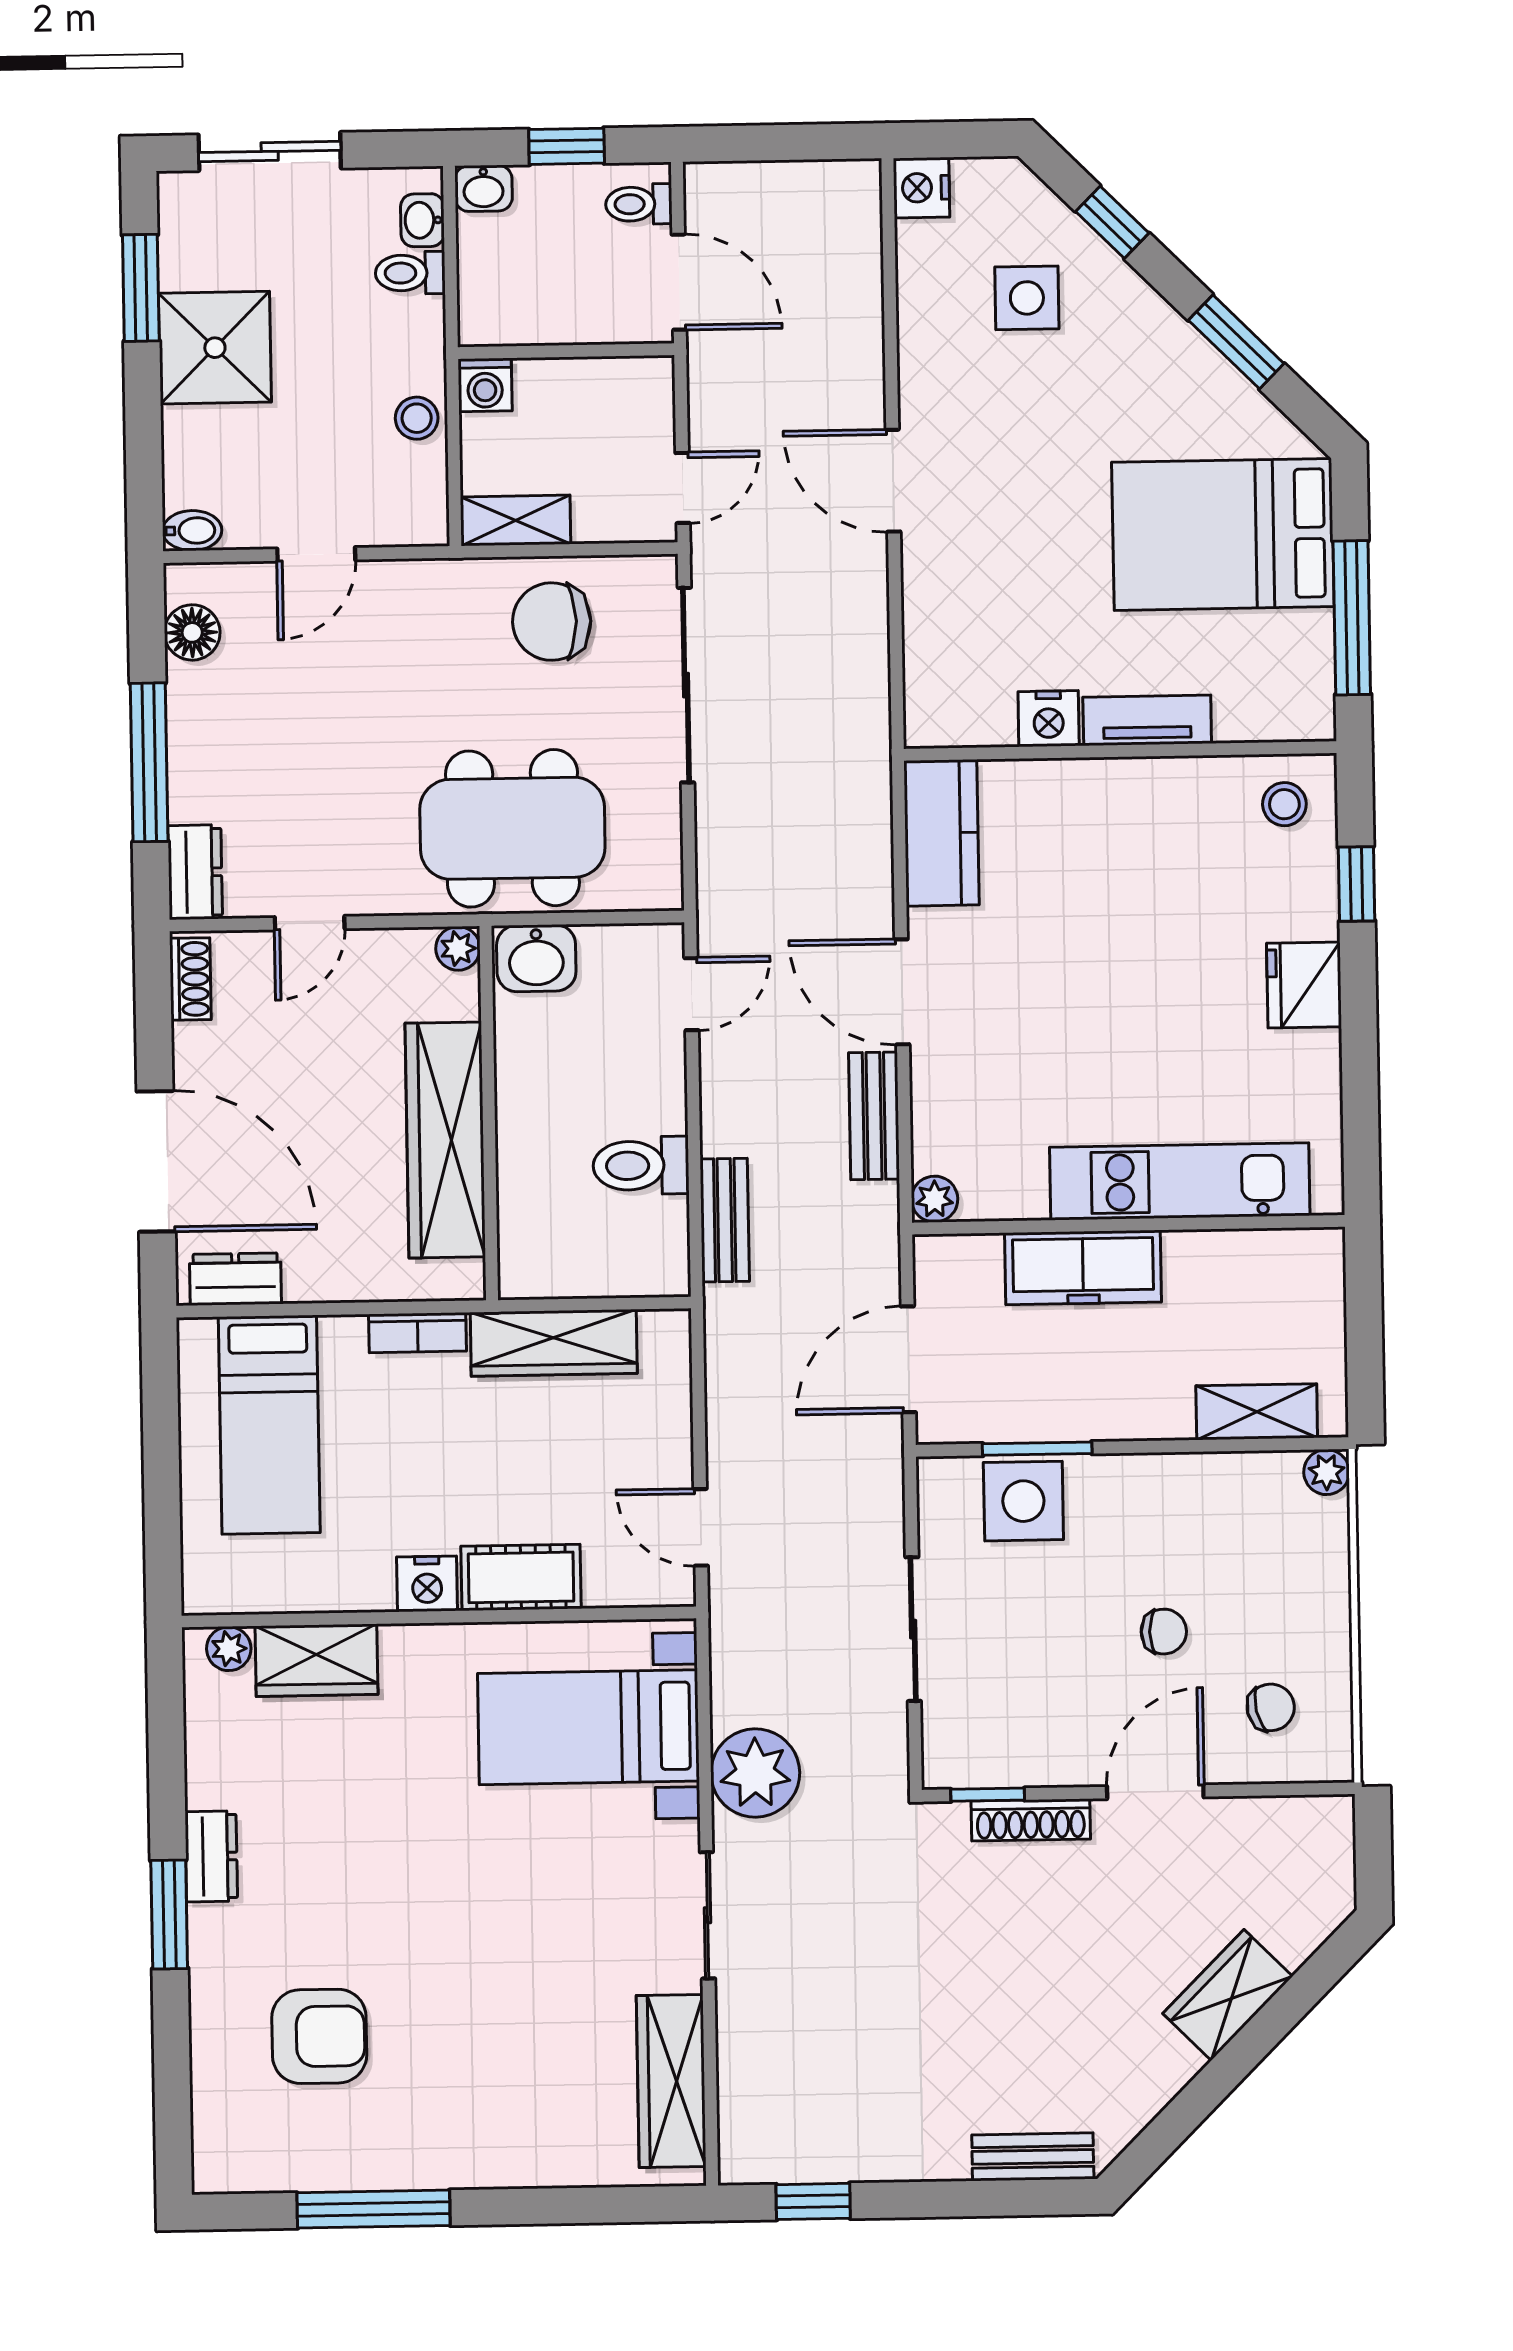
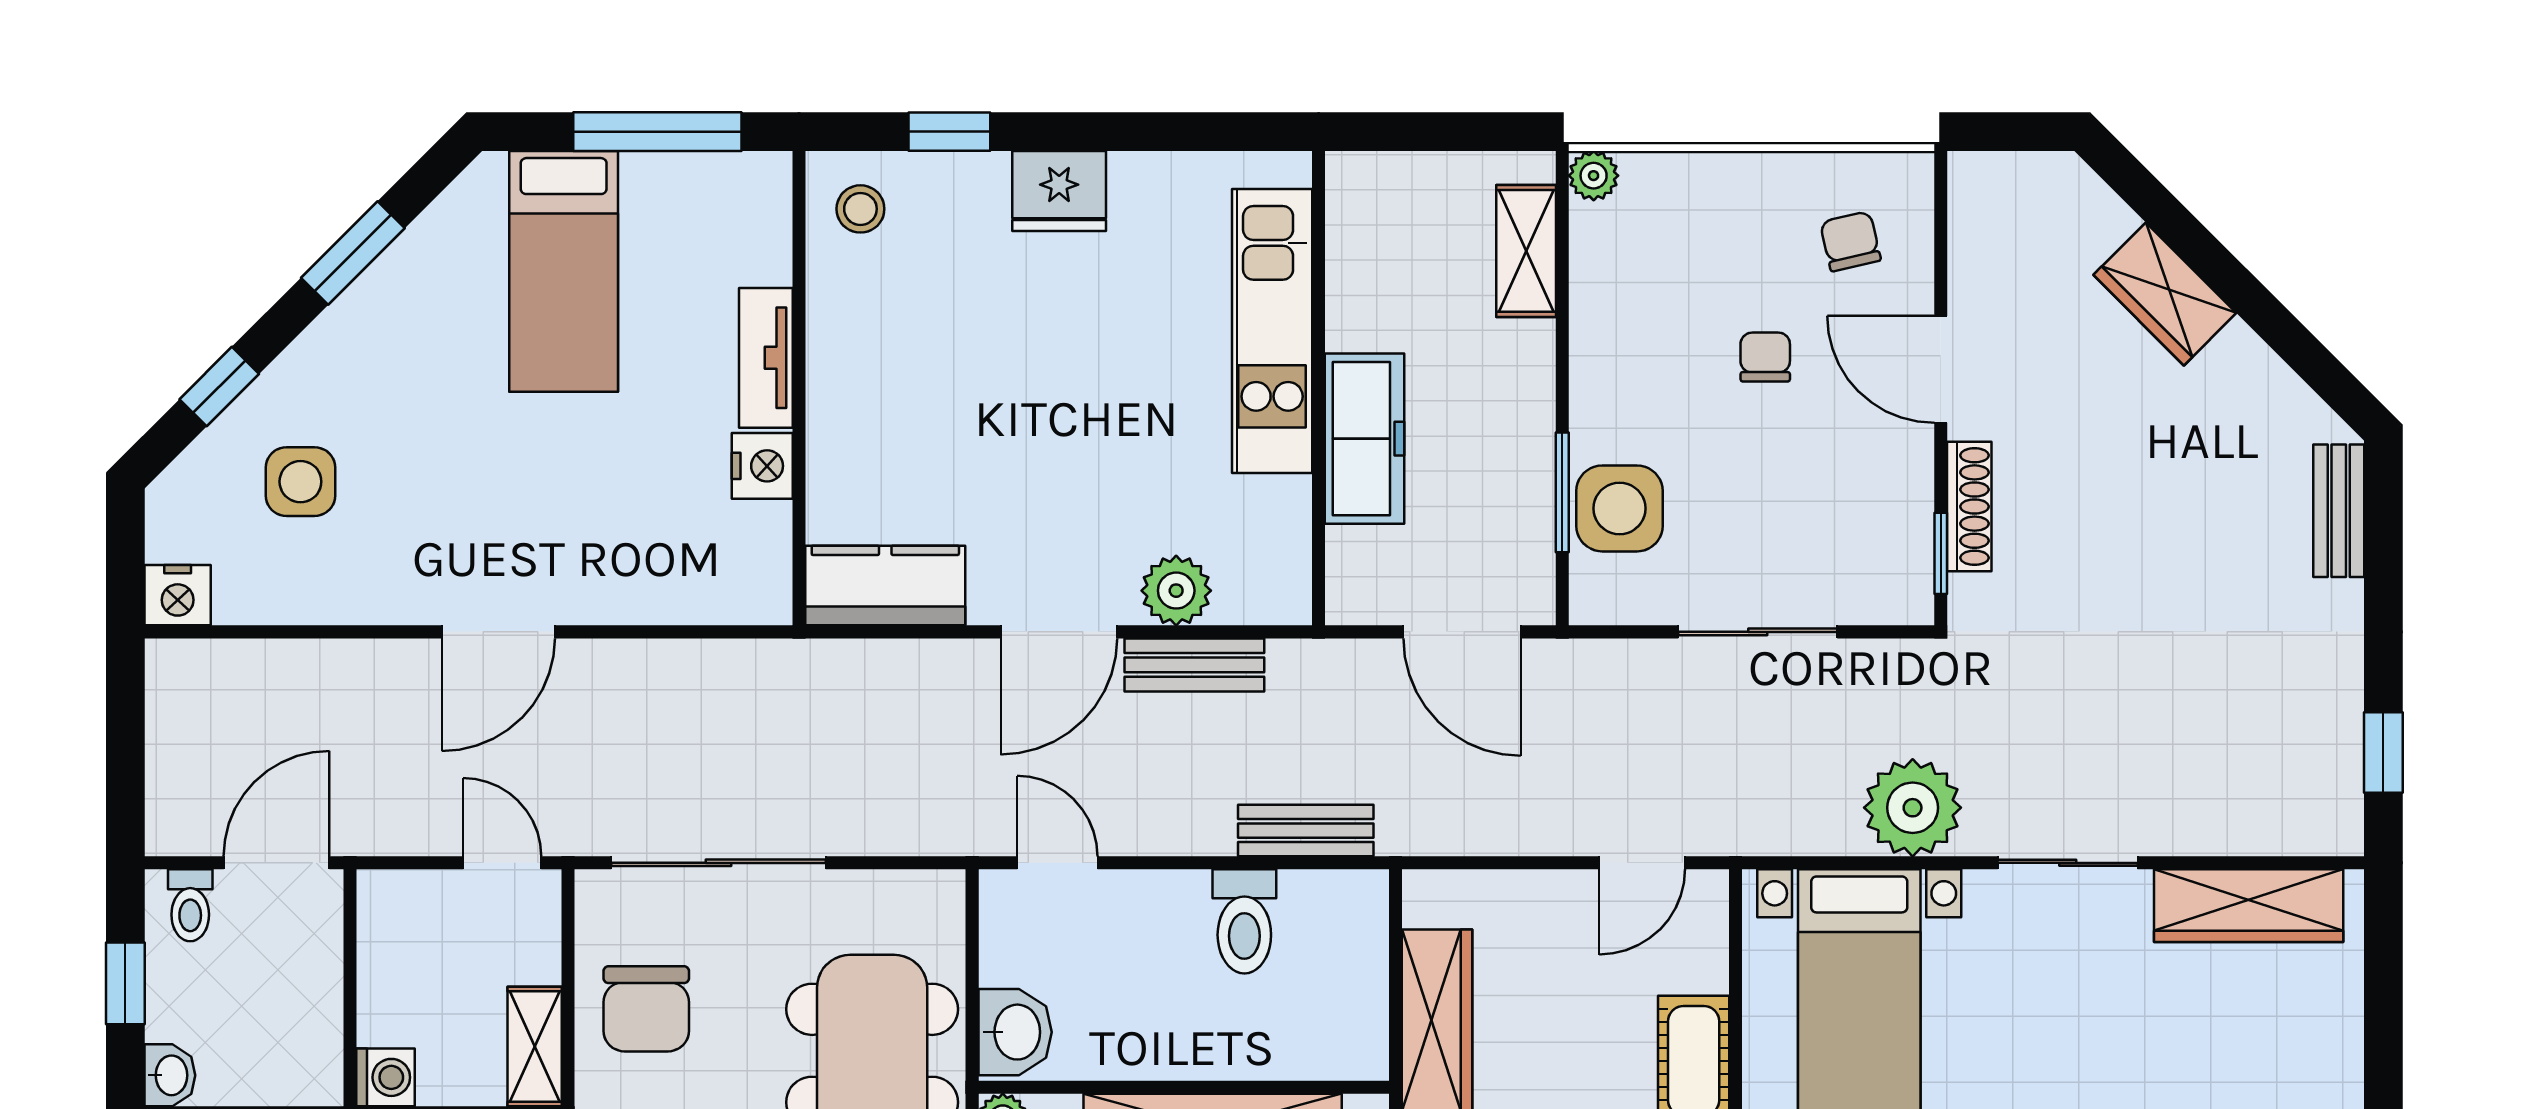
bed: (1223, 534) -> (564, 271), width x0.67
plant: (935, 1199) -> (1176, 591), moved, width x1.38, depth x1.38

